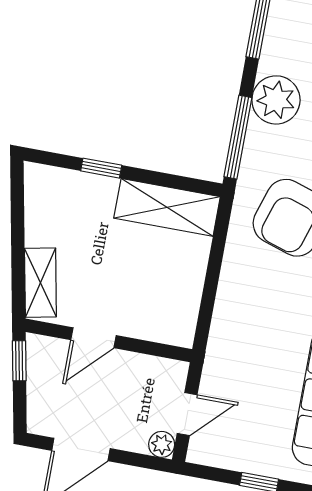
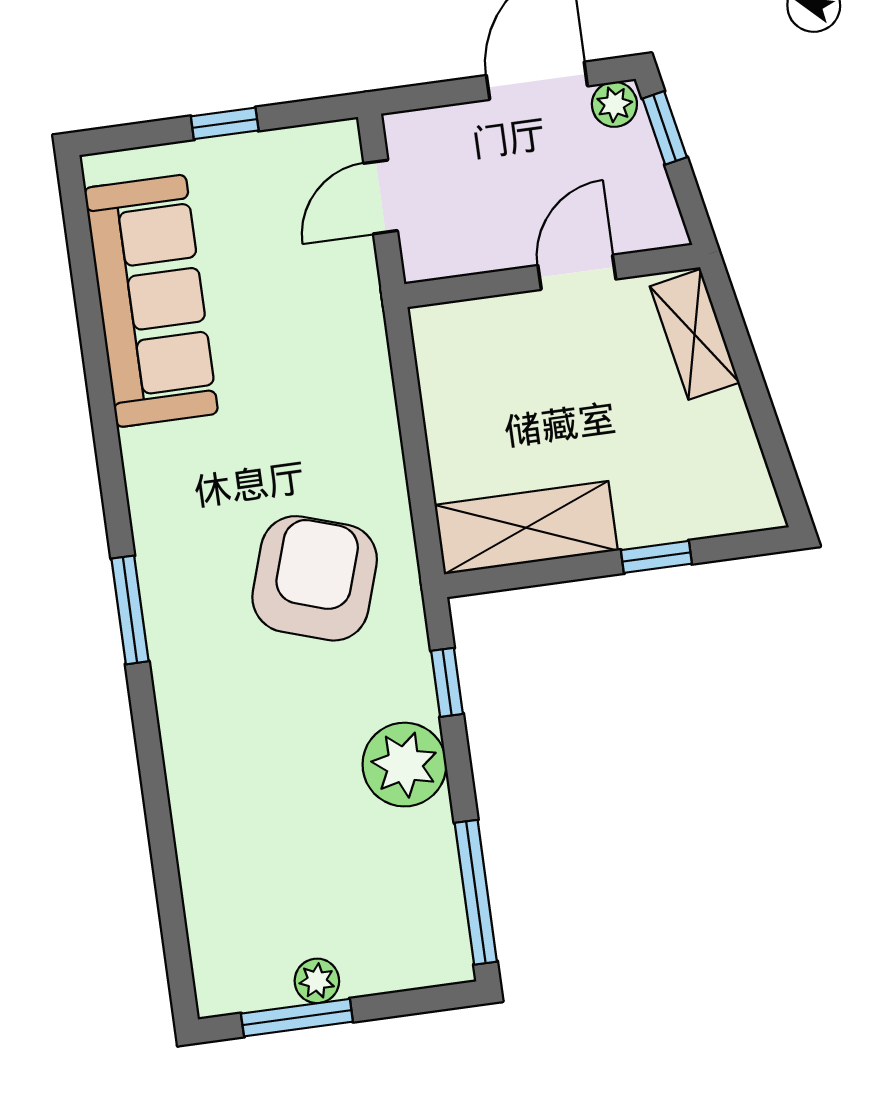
window: (238, 137) -> (447, 682), width x0.46
window: (19, 361) -> (665, 128), moved
plant: (162, 444) -> (614, 104), moved

